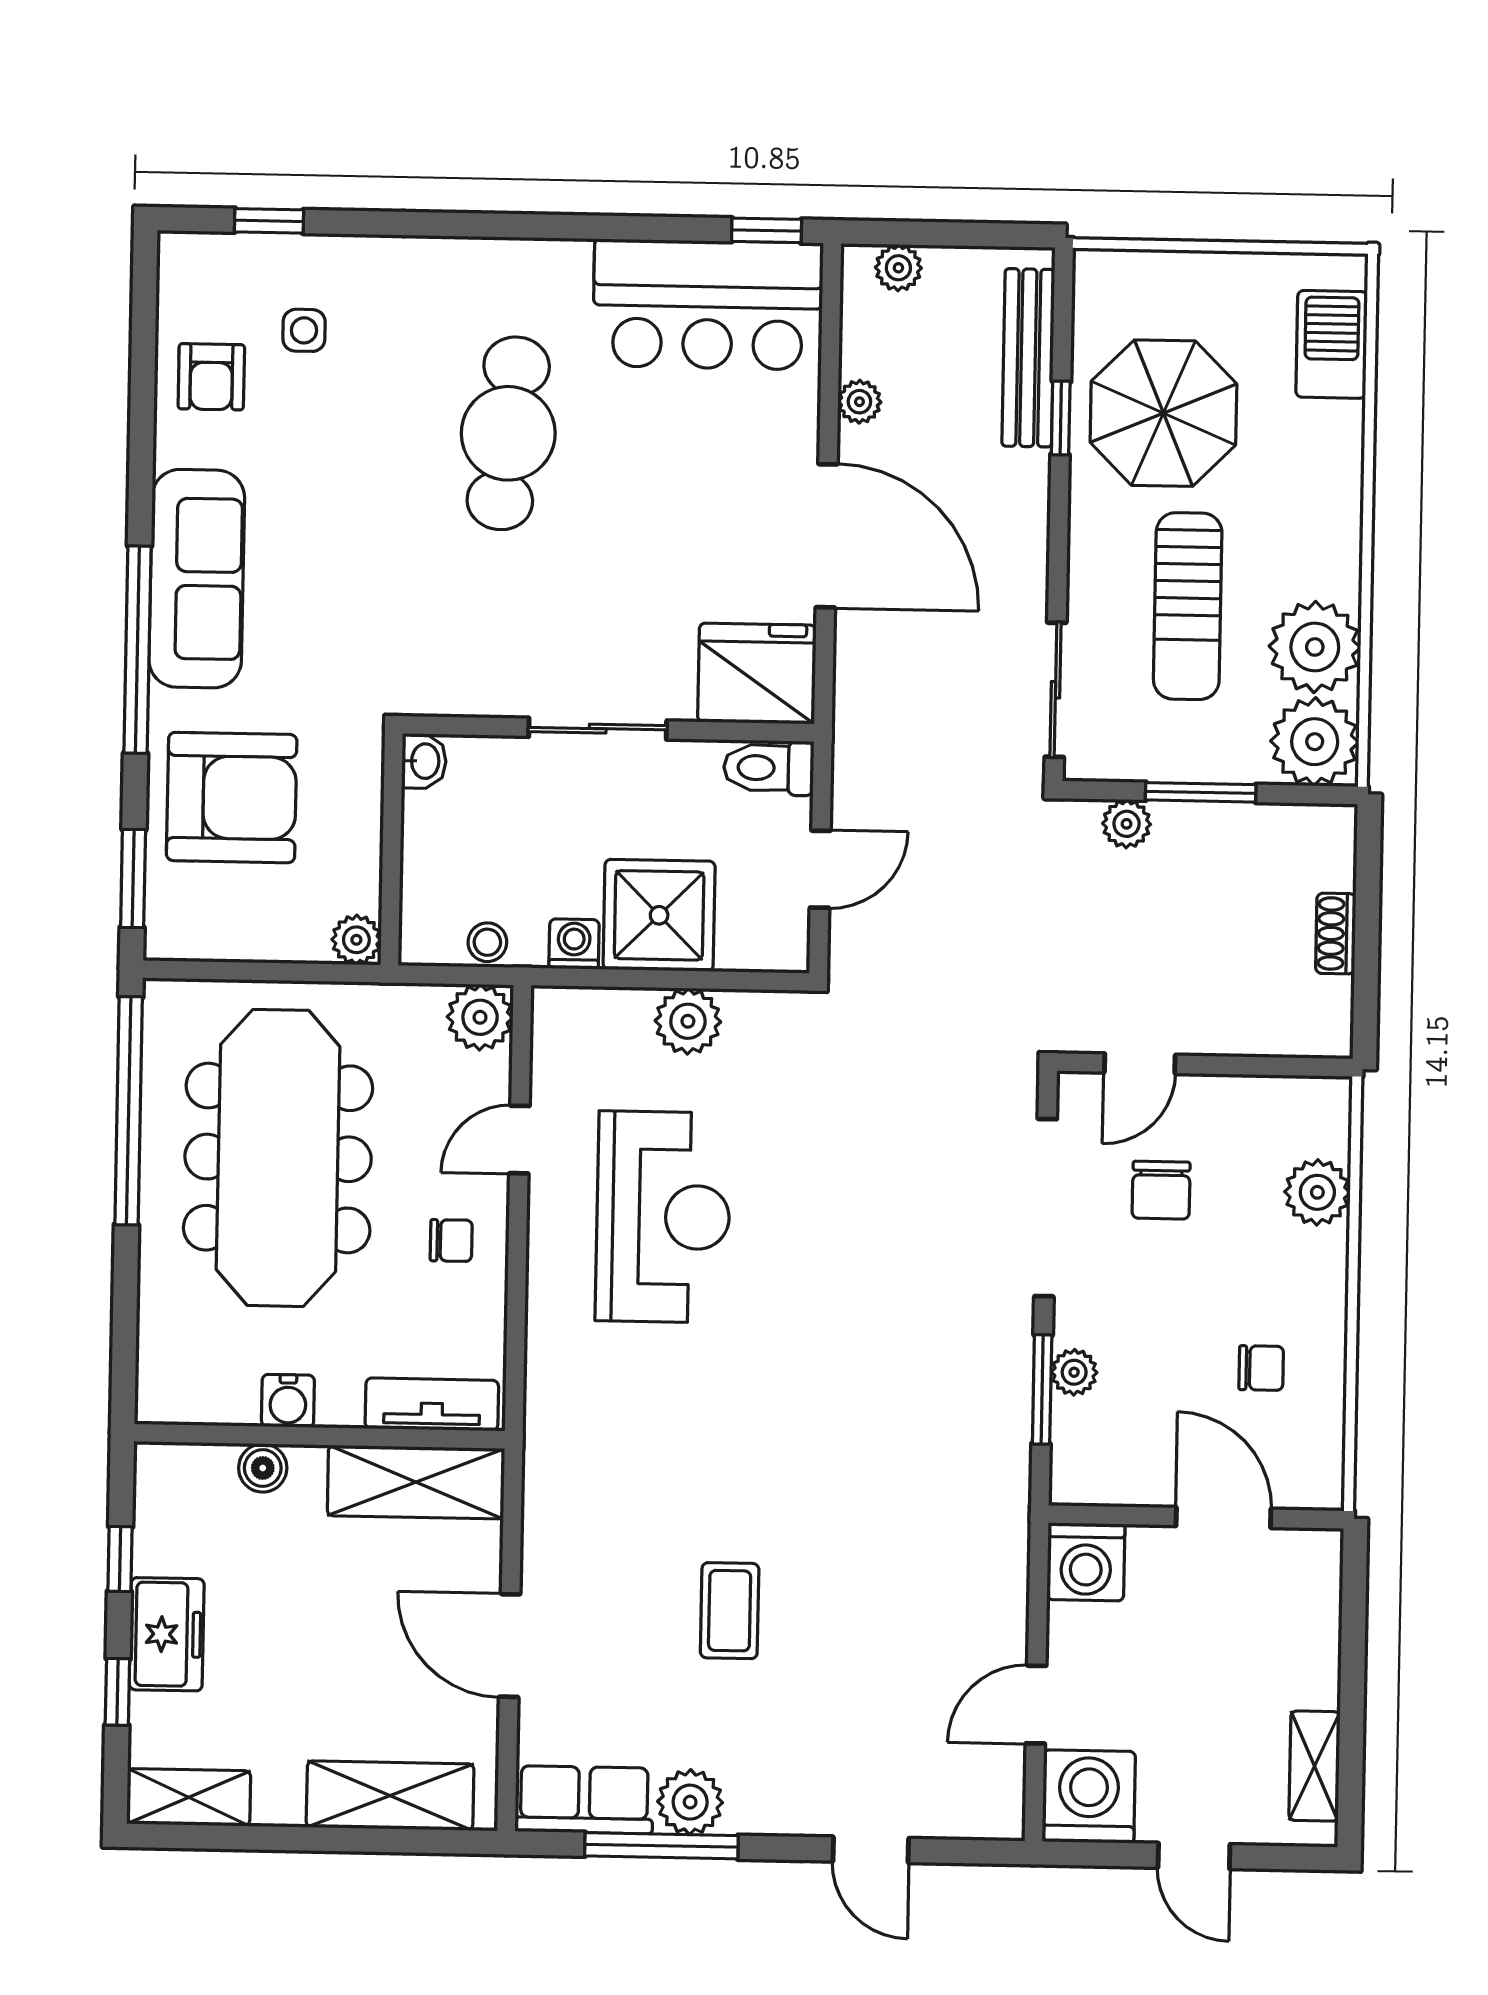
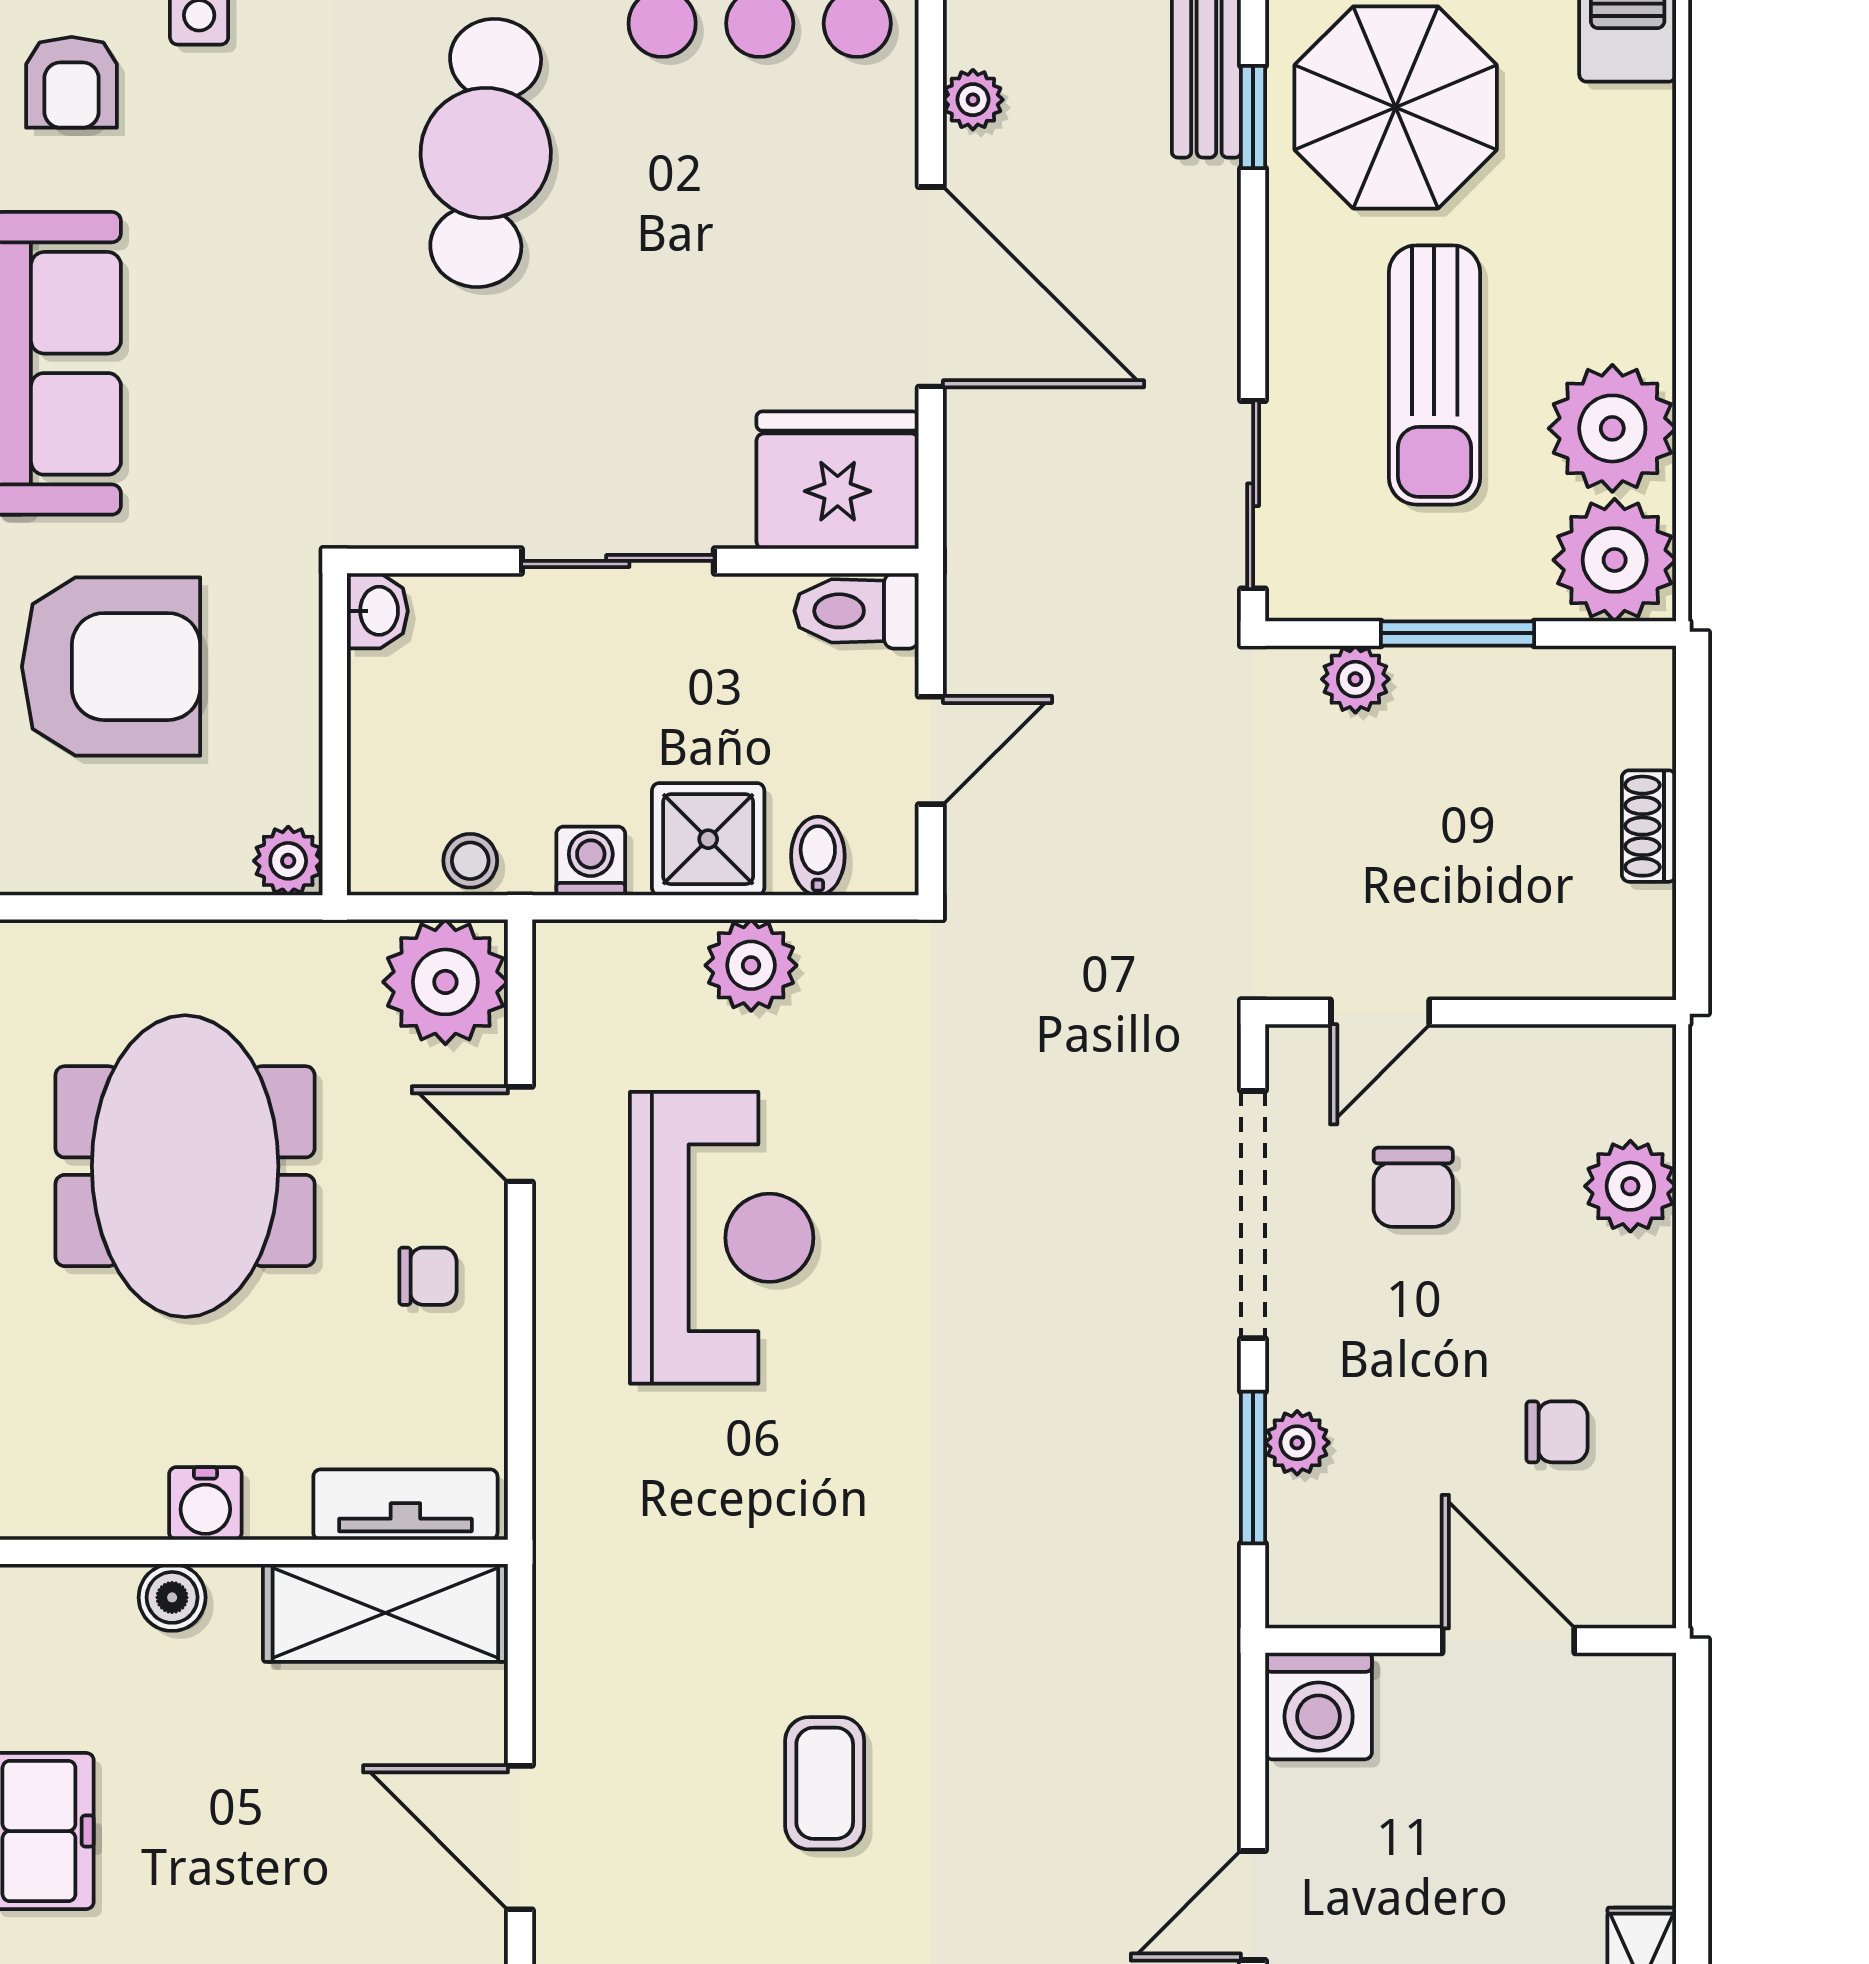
shower: (659, 915) -> (708, 839), width x0.73, depth x0.73
bidet: (737, 944) -> (818, 856), added
plant: (480, 1017) -> (445, 982), width x1.36, depth x1.36
door: (519, 1140) -> (520, 1134), hinge flipped
meeting table: (278, 1158) -> (185, 1166), width x0.73

